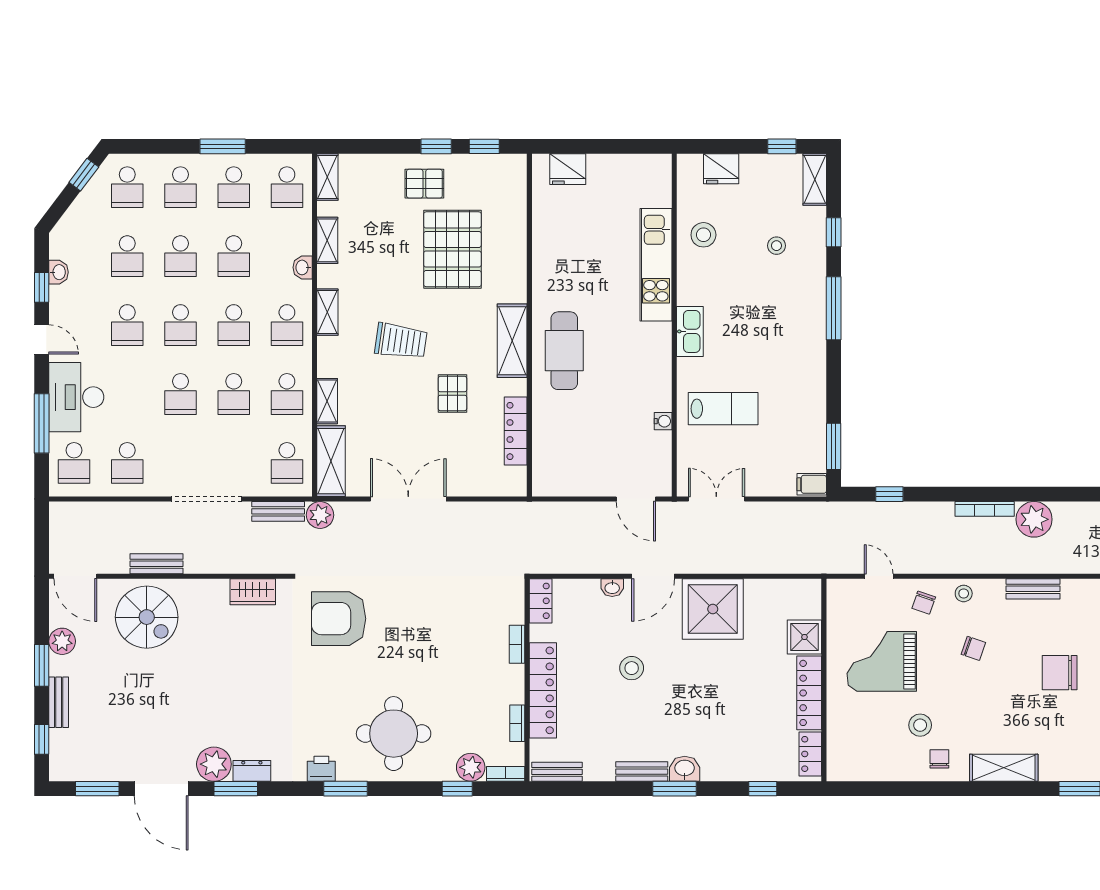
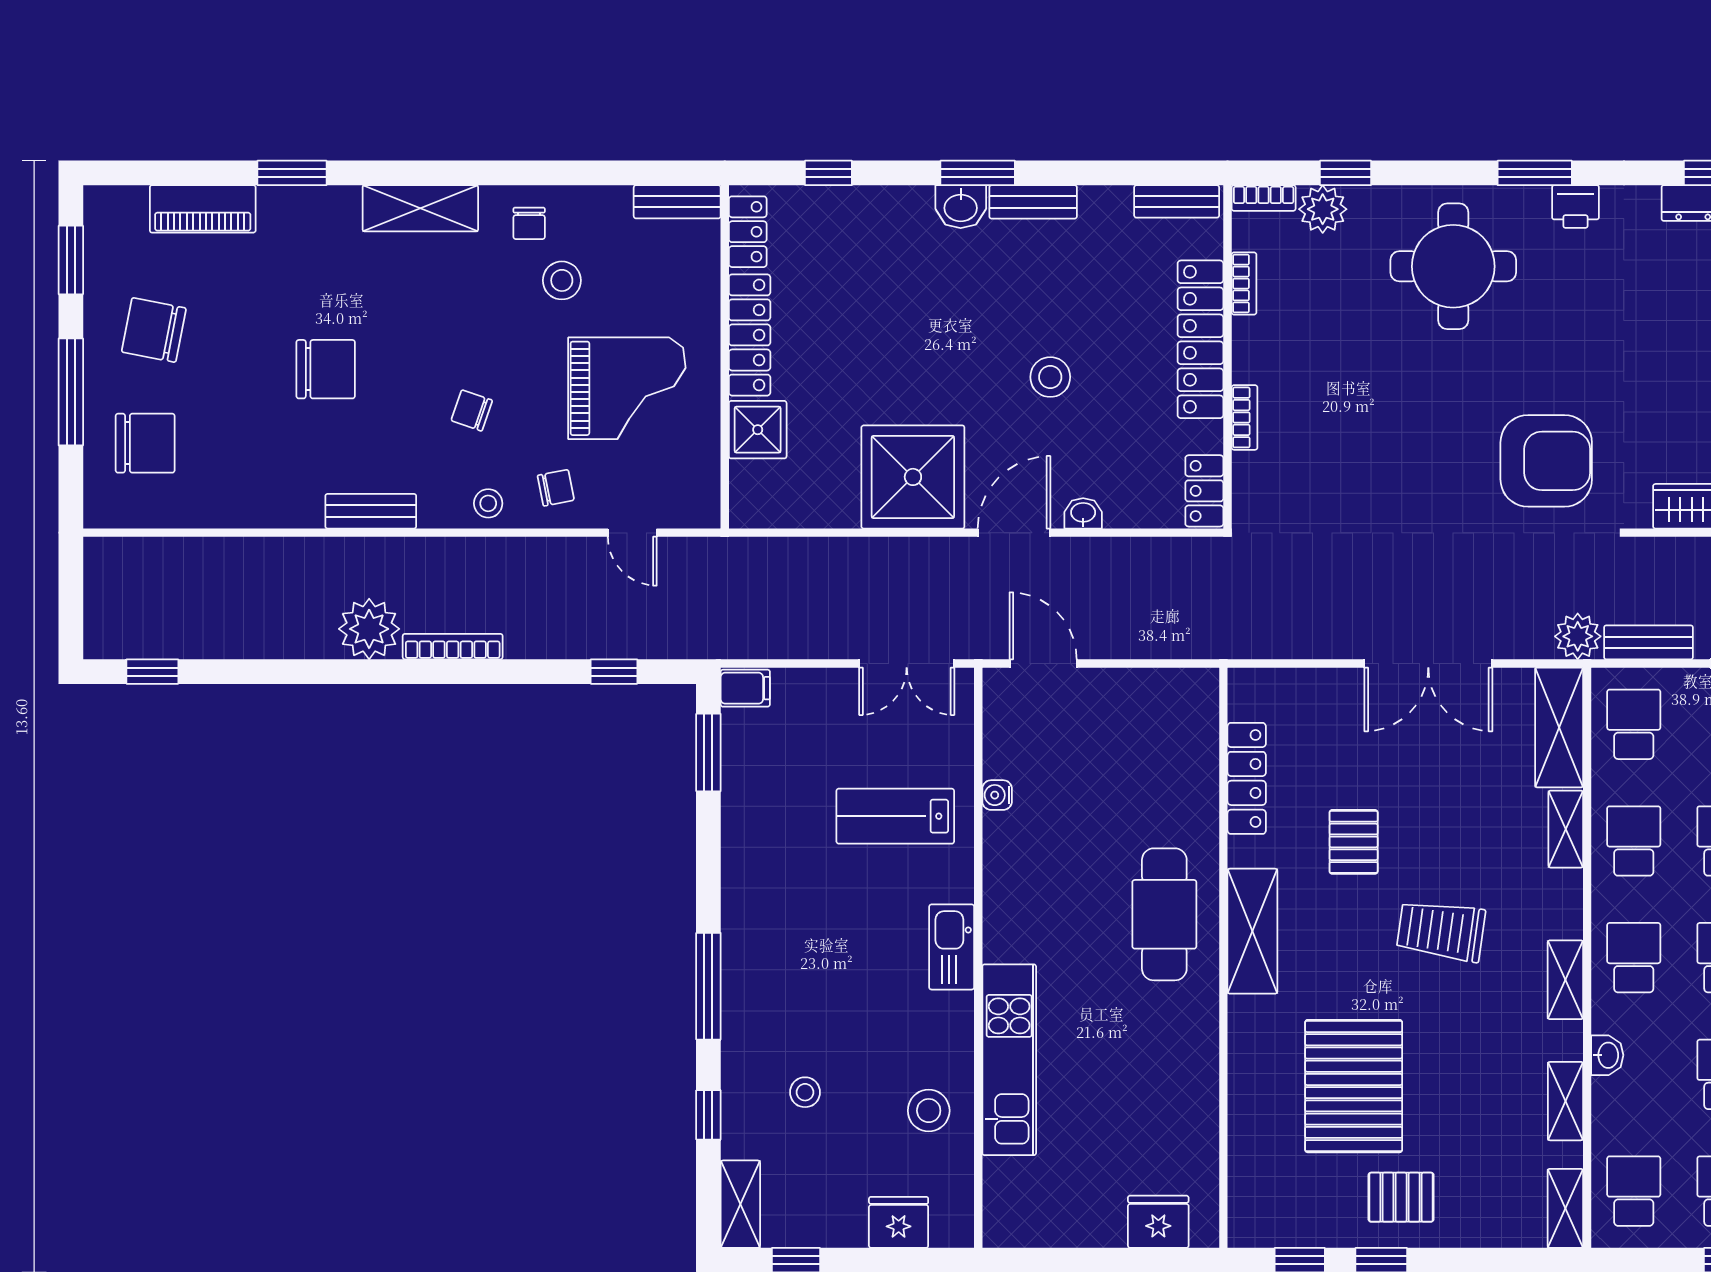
chair: (924, 603) -> (556, 488), turned 60
bench: (852, 772) -> (677, 202), added

